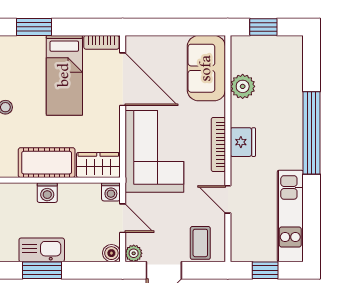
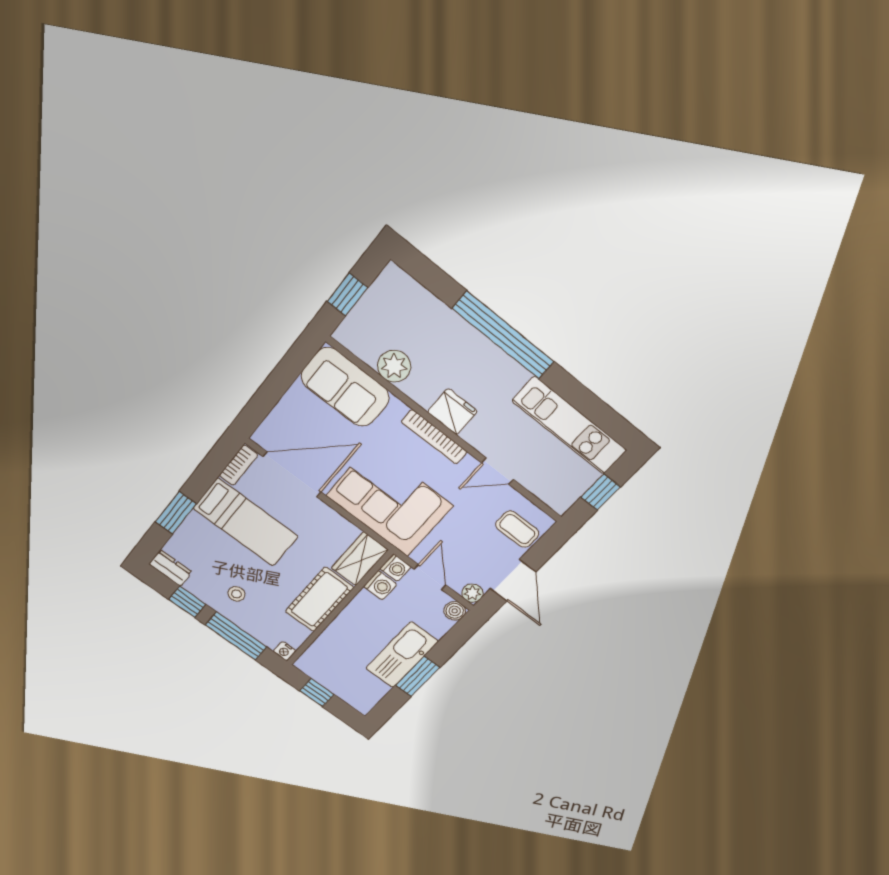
washing machine: (47, 193) -> (380, 585), moved
door: (123, 218) -> (430, 577), hinge flipped
kitchen sink: (42, 250) -> (402, 655), width x1.36, depth x1.24

